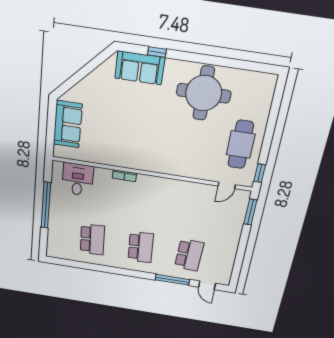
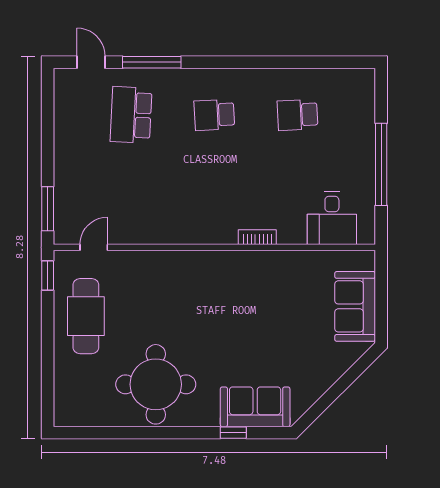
school desk: (92, 240) -> (298, 115), width x0.54
school desk: (141, 247) -> (214, 115), width x0.54

